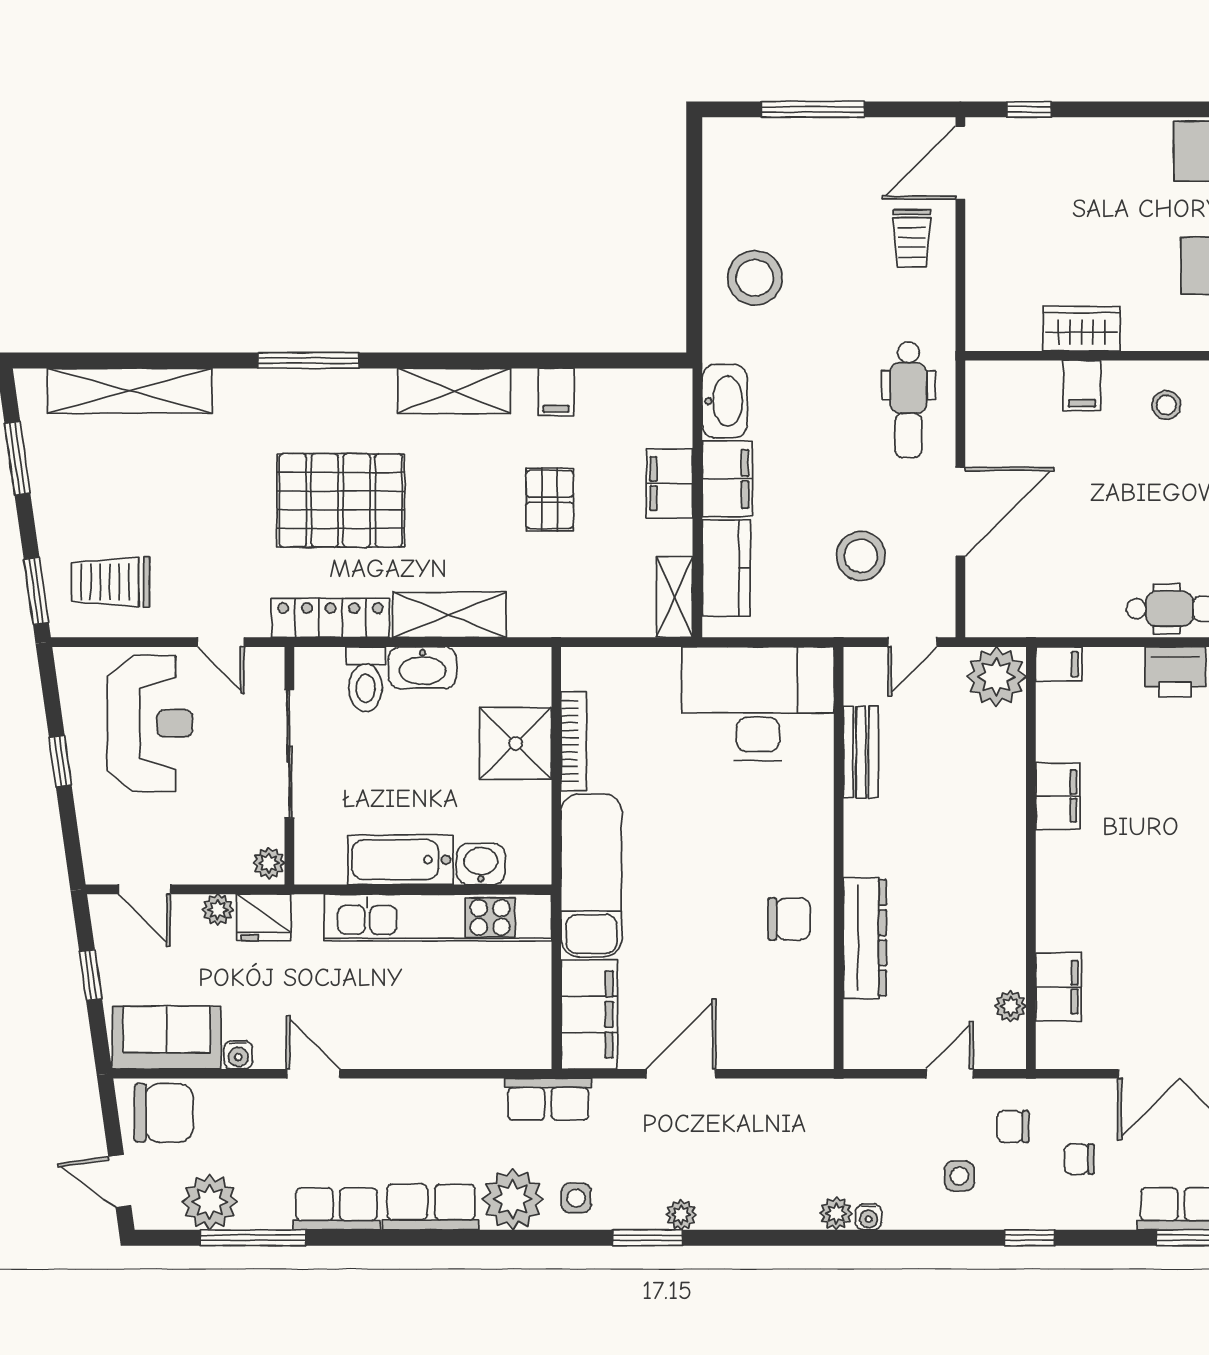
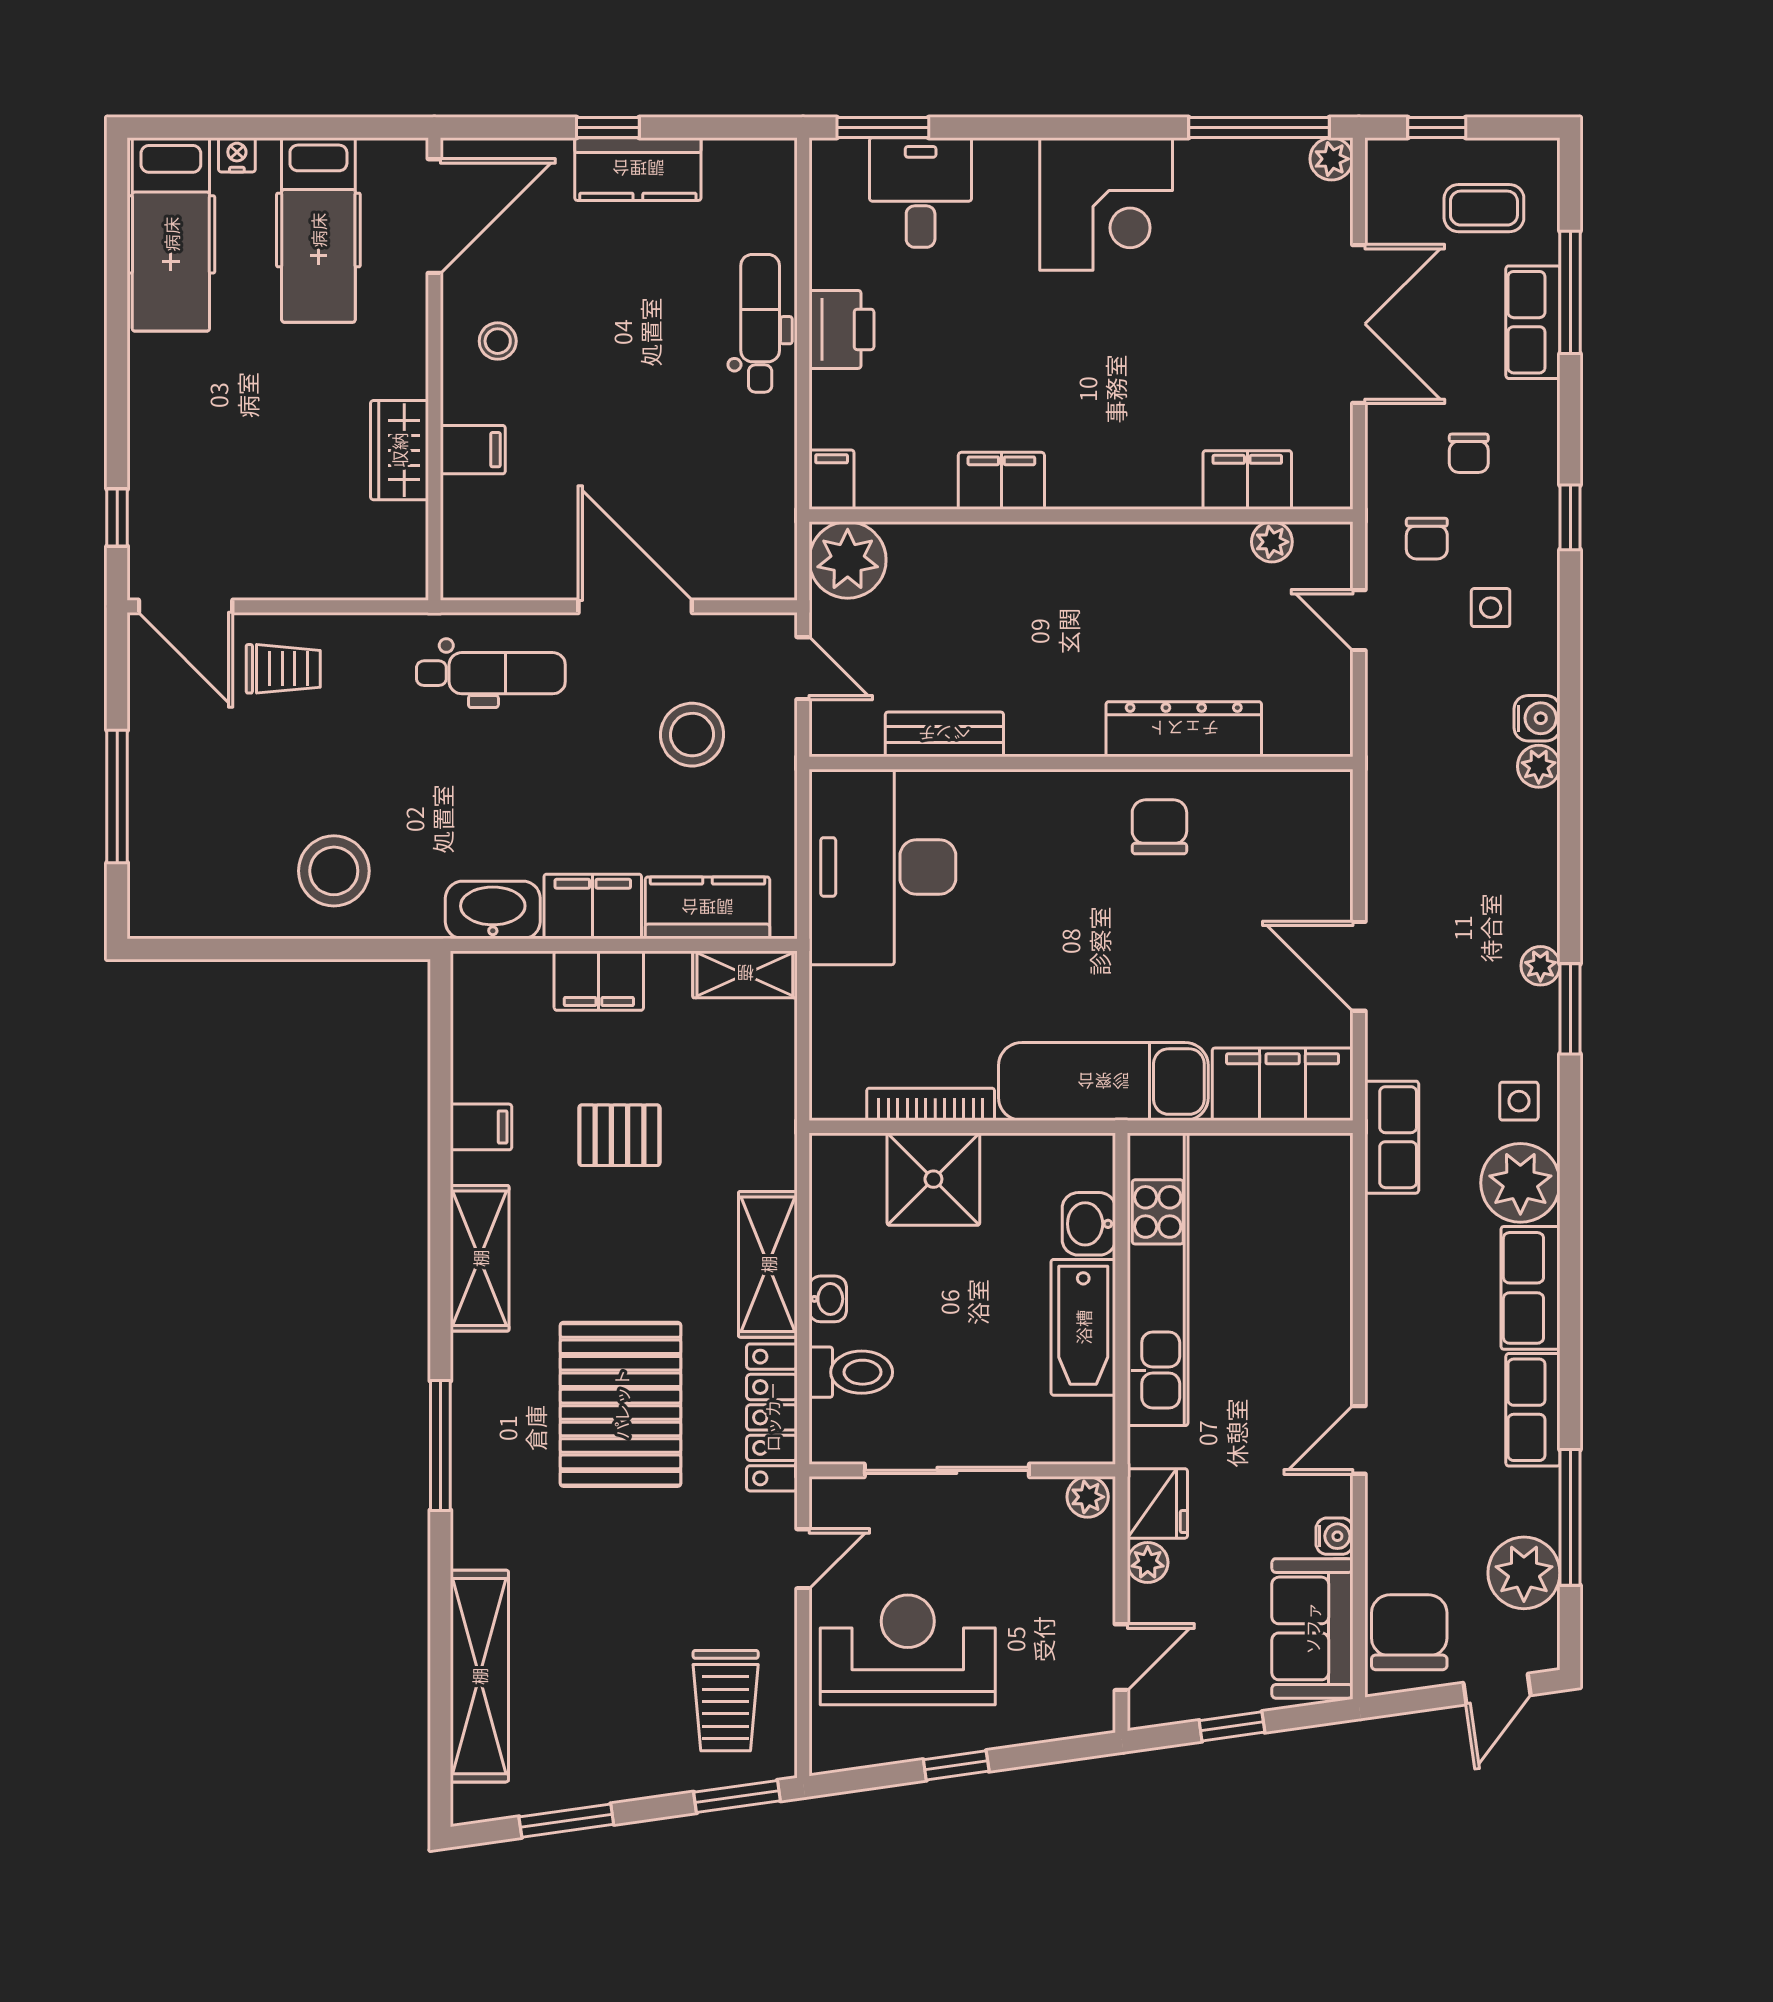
washbasin: (423, 668) -> (828, 1299), width x0.52, depth x0.69
water cooler: (869, 1217) -> (1537, 718), width x1.38, depth x1.38

